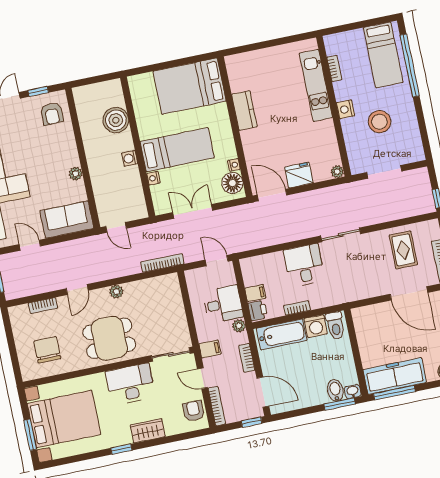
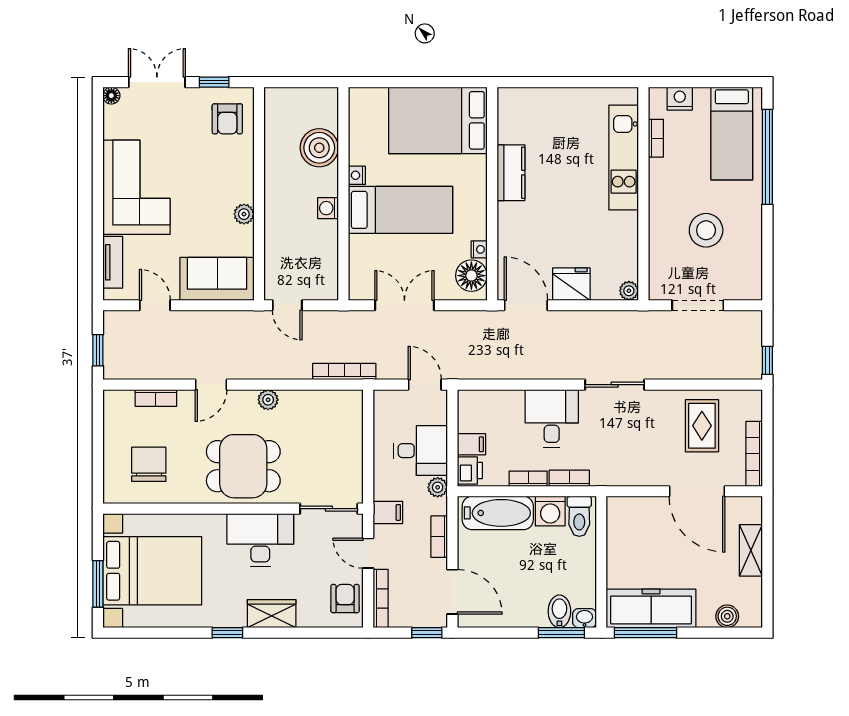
nightstand: (346, 109) -> (680, 99), moved, turned 90
nightstand: (153, 178) -> (357, 175), moved
bookcase: (324, 302) -> (569, 478), added

